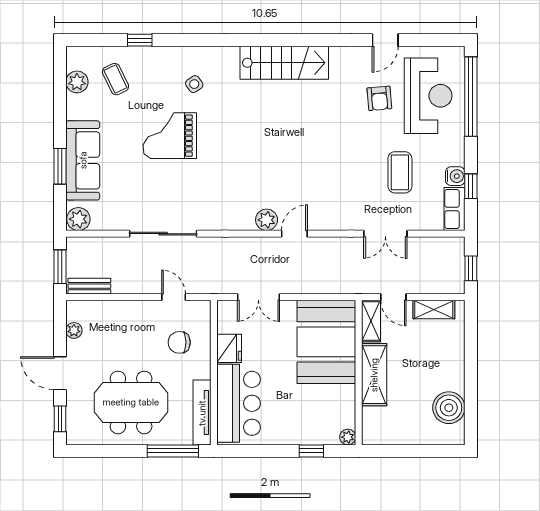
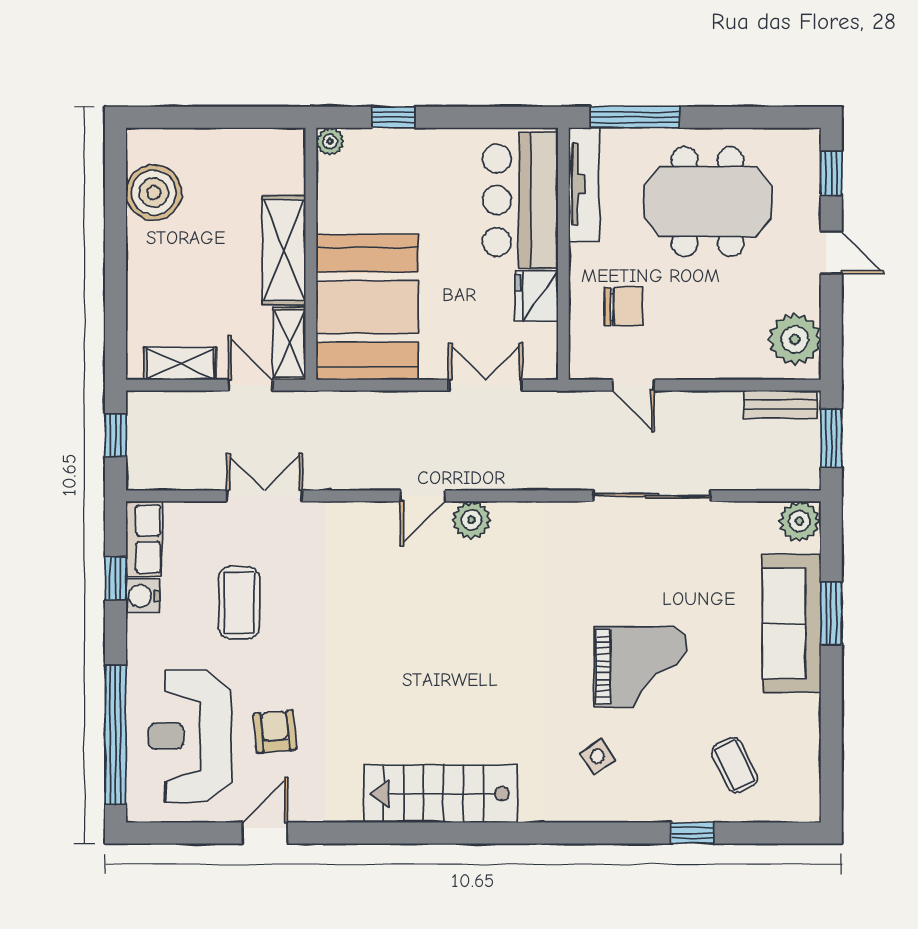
plant: (77, 82) -> (802, 760), removed
plant: (74, 330) -> (795, 339), width x1.88, depth x1.88
door: (60, 373) -> (831, 253), width x0.73

